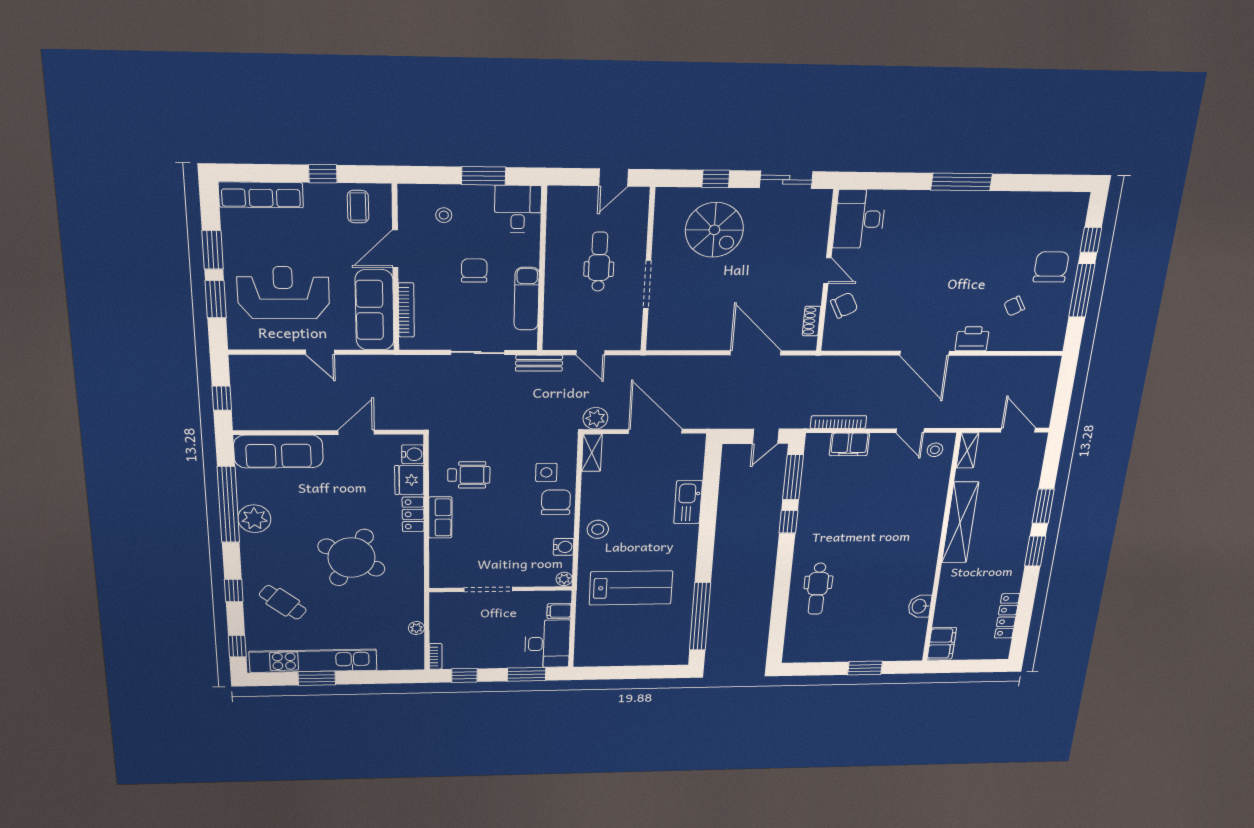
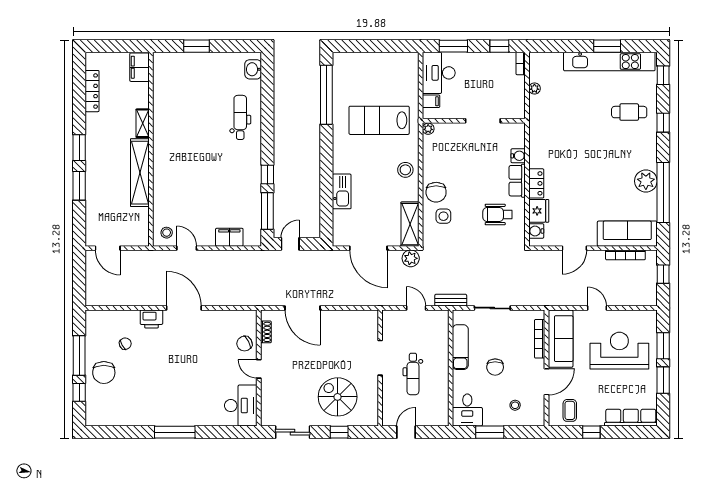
reception desk: (283, 293) -> (619, 351), turned 180
bookcase: (838, 422) -> (625, 255), moved
shelving: (967, 450) -> (143, 123), moved
shelving: (592, 453) -> (410, 224), width x1.50, depth x1.33
water cooler: (564, 547) -> (518, 156), moved, turned 180
round table: (351, 558) -> (580, 149), removed
cafe table: (283, 602) -> (629, 112), turned -39
washbasin: (920, 606) -> (253, 69), moved, turned 180

